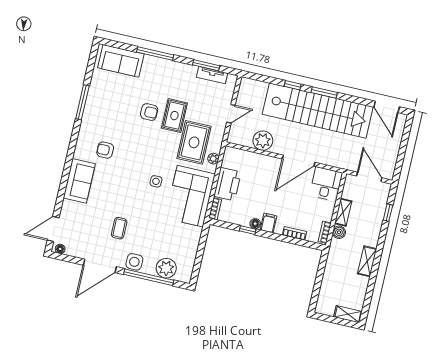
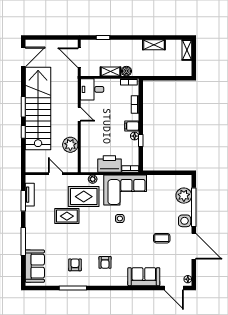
armchair: (149, 112) -> (75, 265), moved
door: (299, 161) -> (79, 114), width x0.53
door: (369, 177) -> (79, 58), hinge flipped
sofa: (79, 181) -> (144, 277), moved
shelving: (367, 261) -> (154, 45), moved

